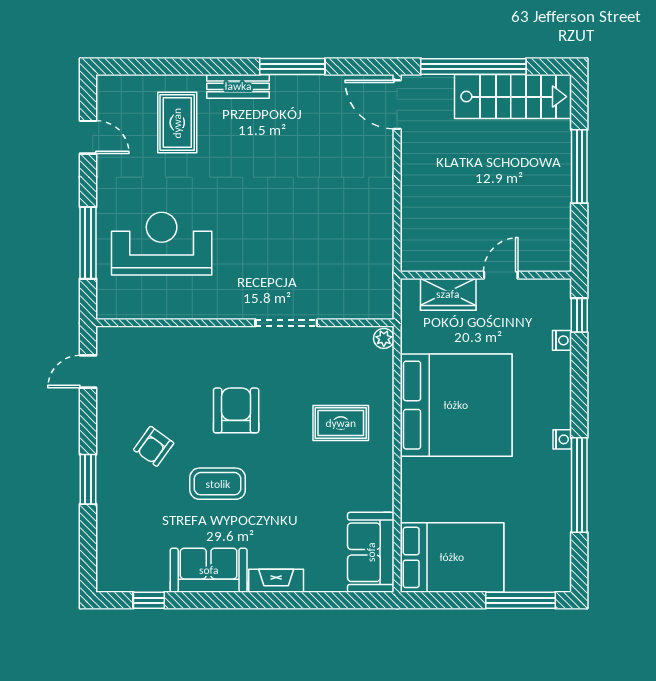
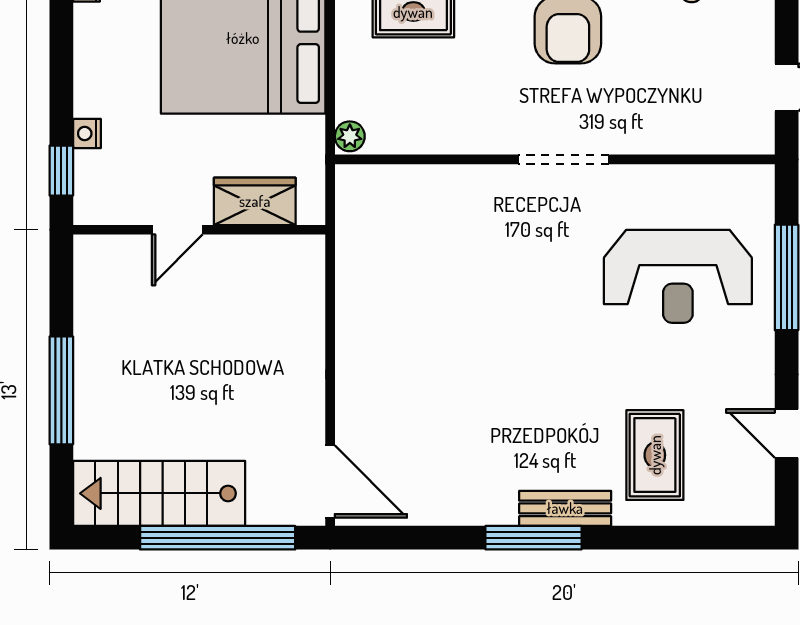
window: (292, 67) -> (534, 538), moved
doorway: (286, 323) -> (564, 159), moved

